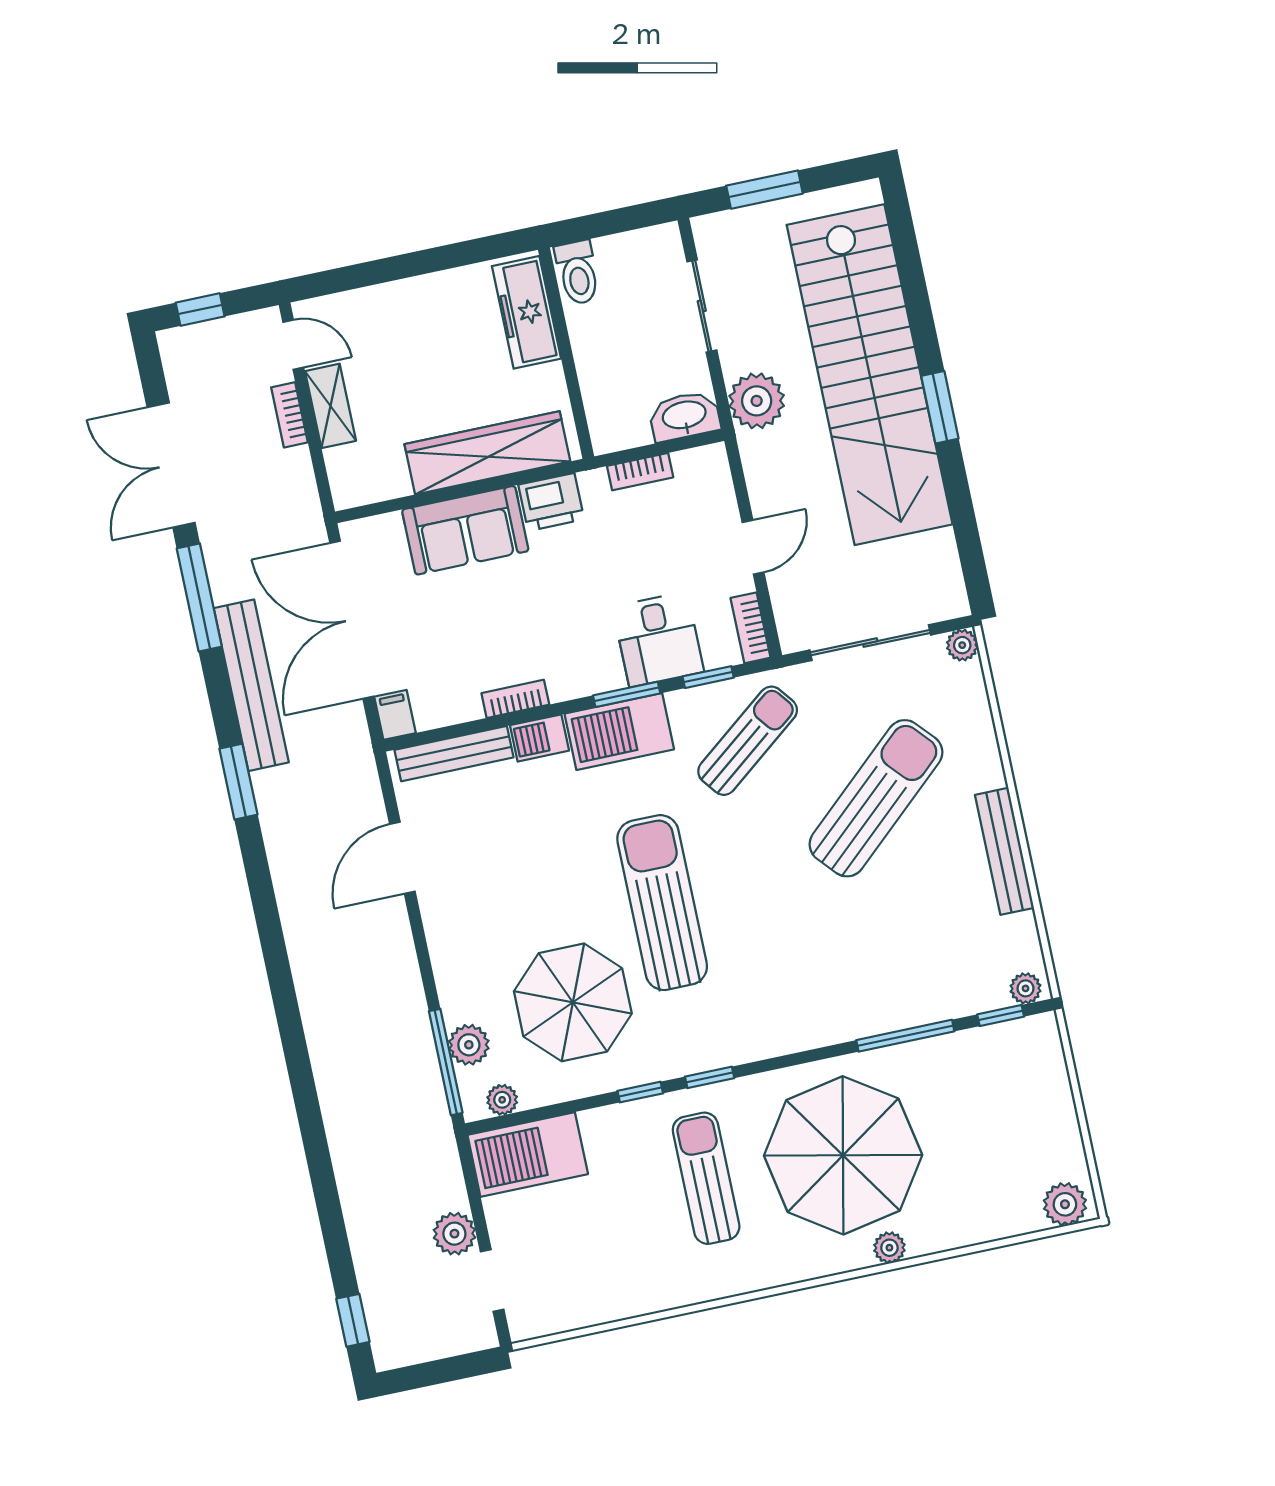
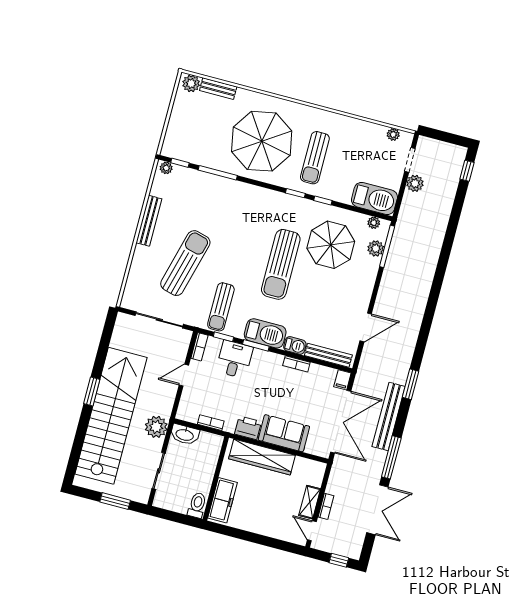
plant: (962, 645) -> (127, 302), removed
sun lounger: (748, 741) -> (221, 307), turned -52
sun lounger: (876, 798) -> (185, 263), turned 147
bench: (999, 1223) -> (218, 89), added
plant: (889, 1248) -> (393, 134), moved

